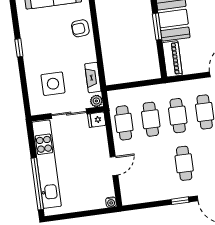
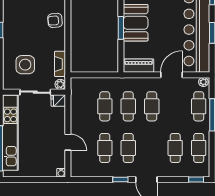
piano: (172, 59) -> (139, 66), moved, turned -90
cafe table: (124, 123) -> (105, 148), moved
door: (114, 166) -> (68, 142), hinge flipped

